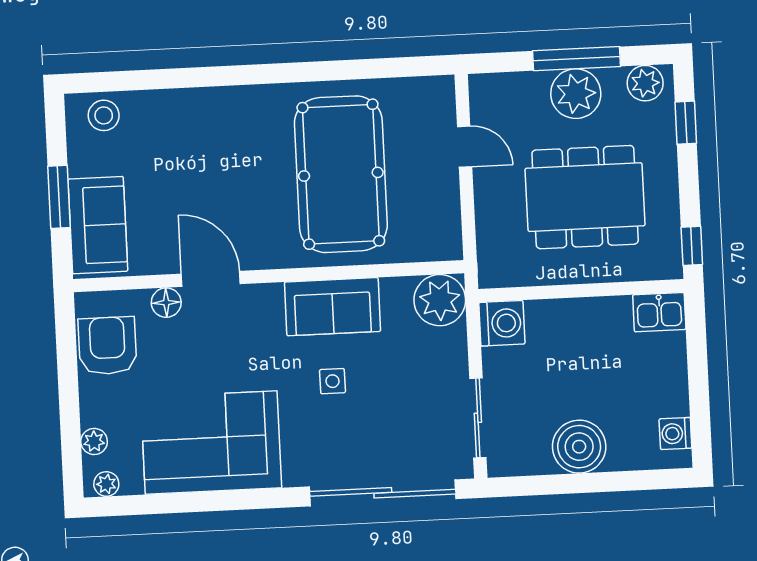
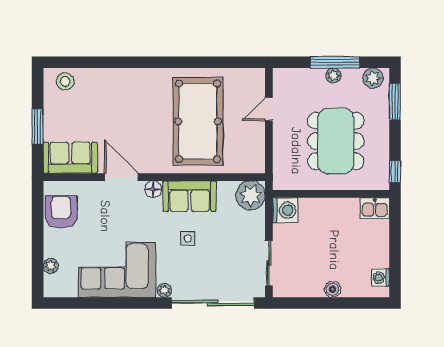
plant: (576, 94) -> (333, 76), width x0.53, depth x0.53
window: (686, 123) -> (395, 102), width x1.50
door: (465, 147) -> (269, 109), swing flipped
dining table: (585, 197) -> (336, 141), turned 90
sofa: (98, 225) -> (70, 158), moved, turned -90
floor lamp: (166, 303) -> (153, 189), moved
boiler: (579, 447) -> (333, 289), width x0.54, depth x0.54
plant: (106, 484) -> (164, 290), moved

